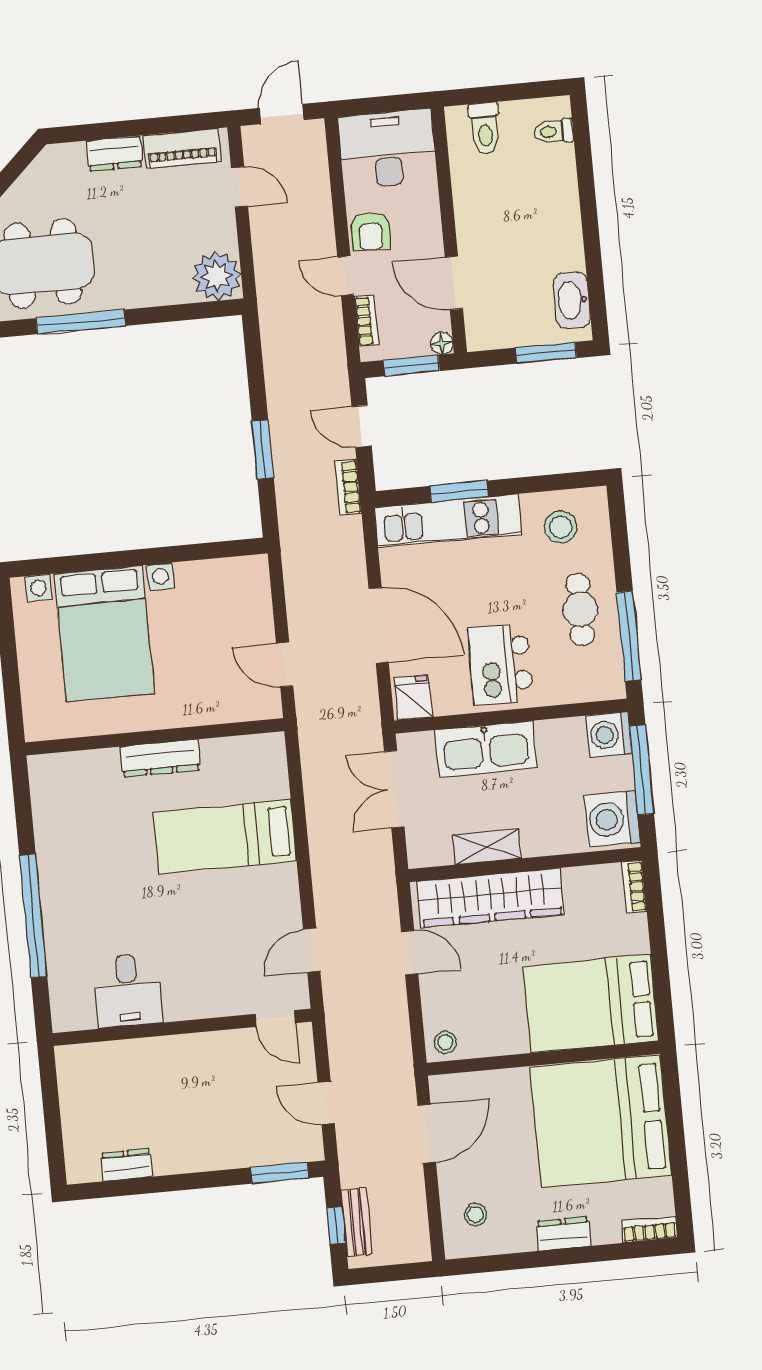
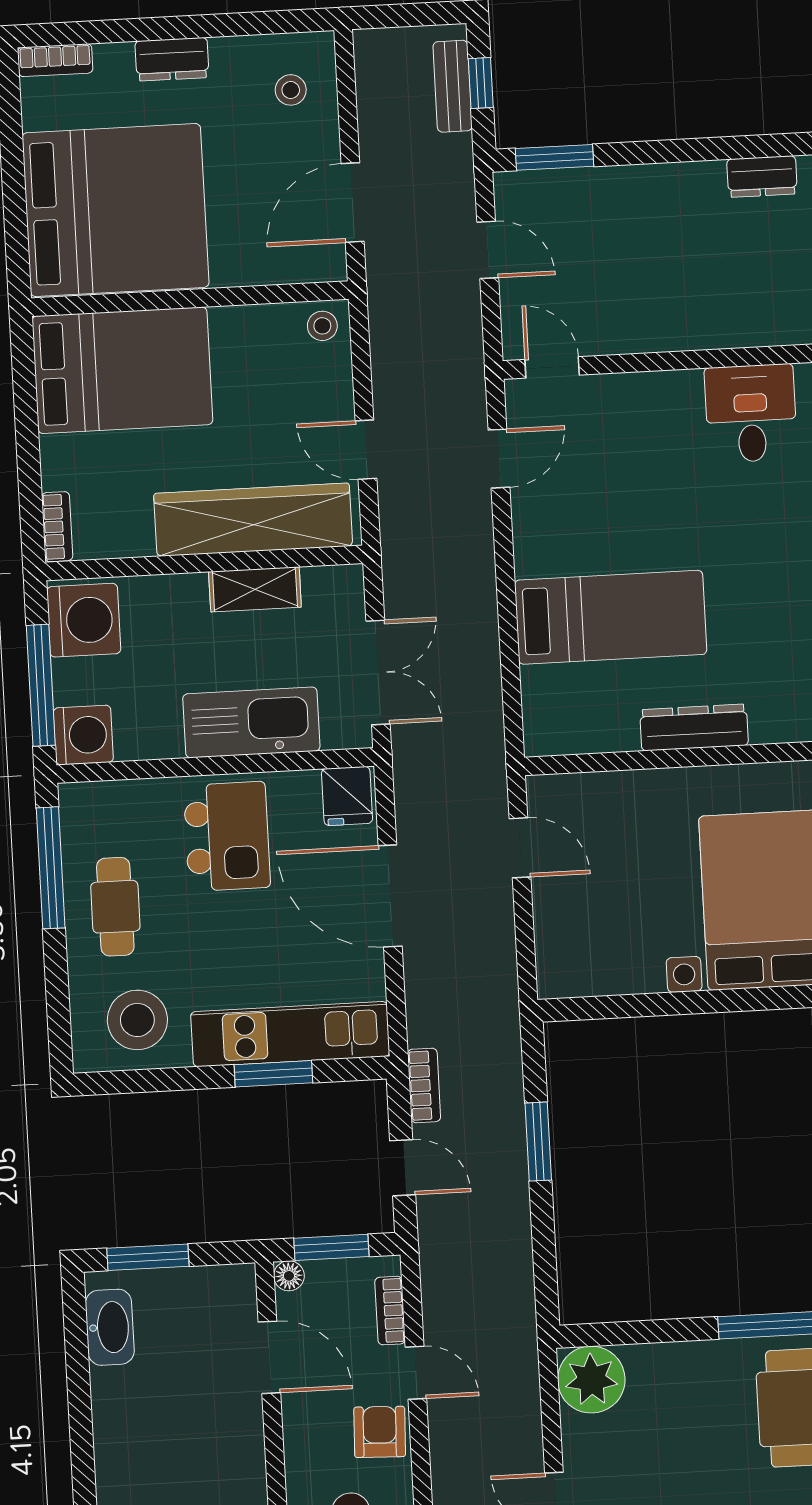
stool: (561, 527) -> (137, 1020), width x1.38, depth x1.38

